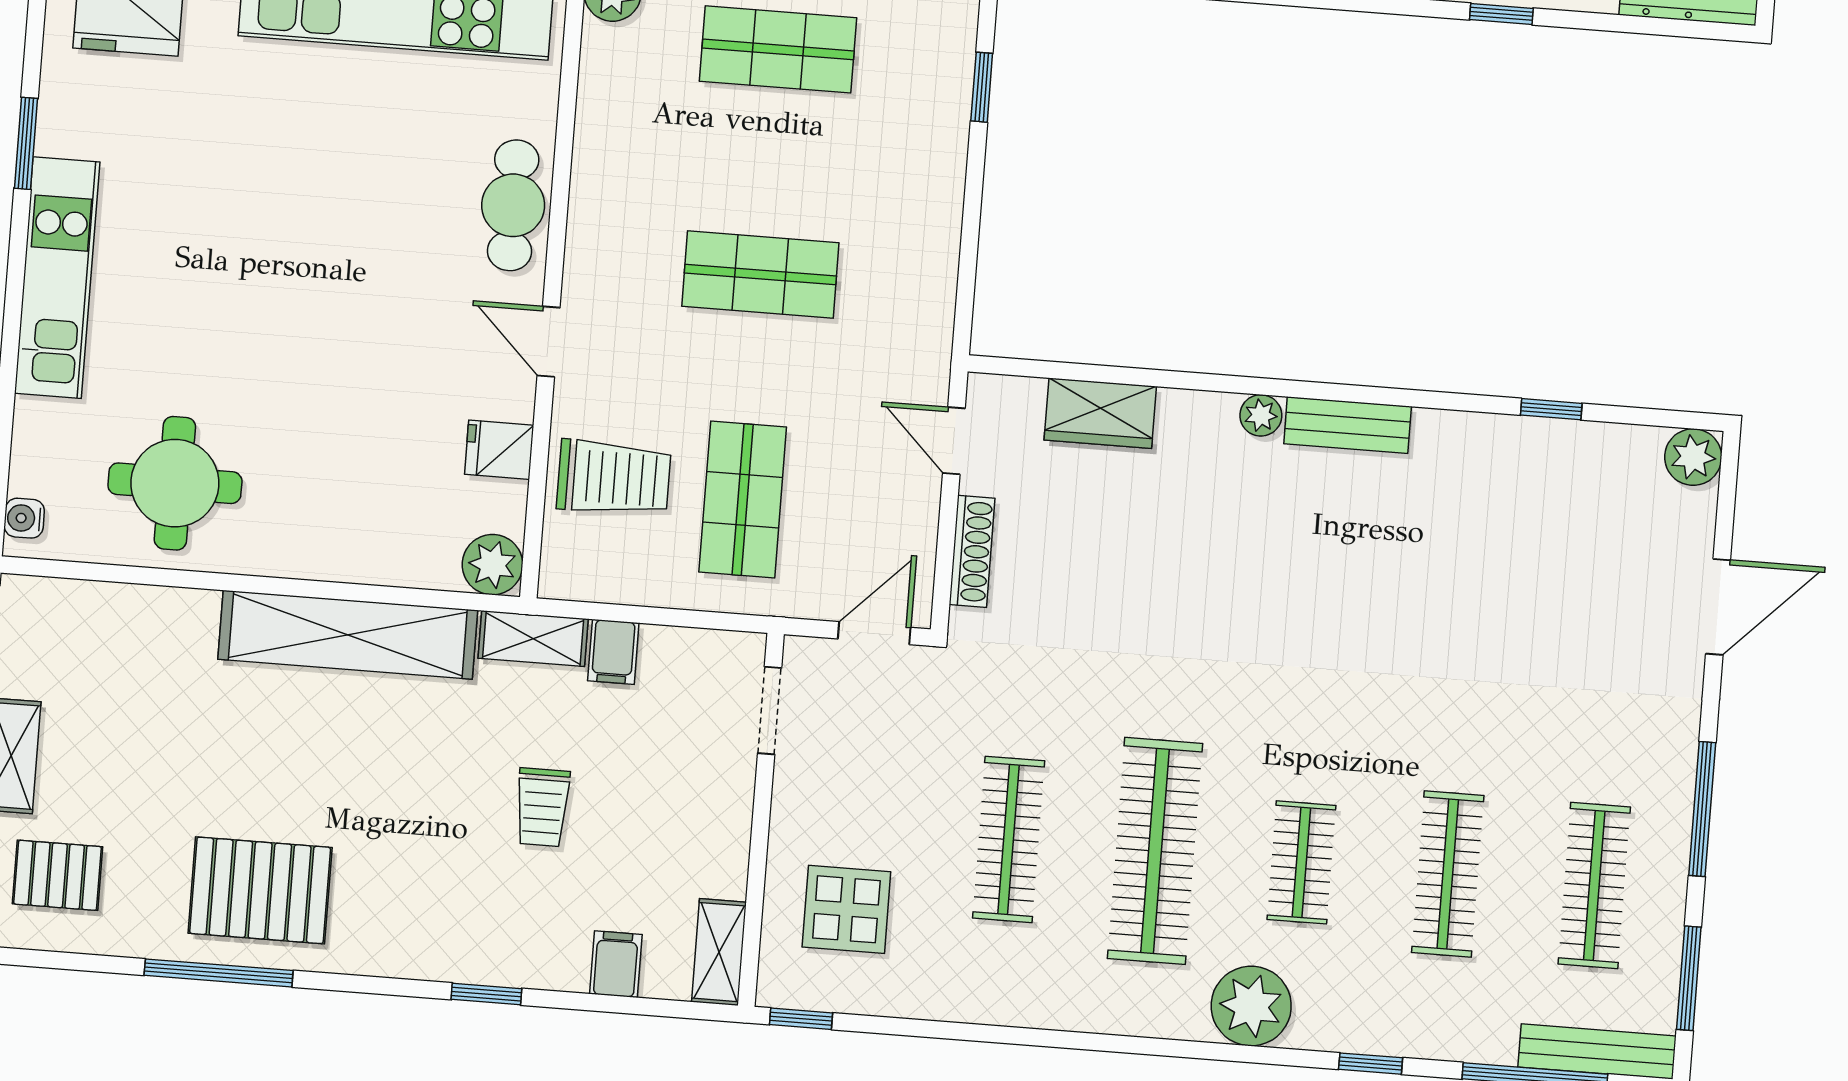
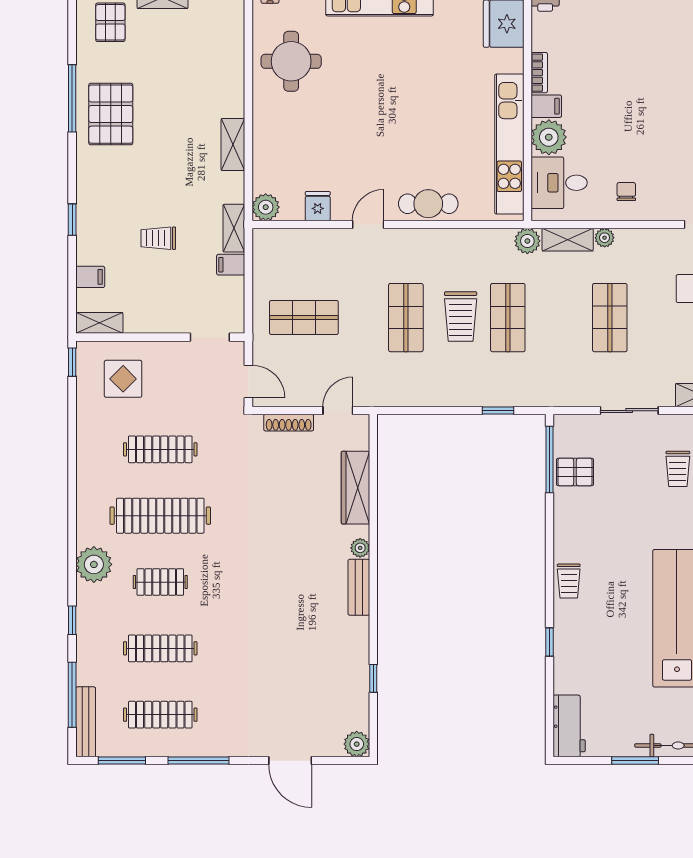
wardrobe: (1100, 413) -> (355, 488), width x1.50
trolley: (614, 478) -> (461, 317), moved
shelving: (348, 635) -> (233, 145), width x0.45, depth x0.75

